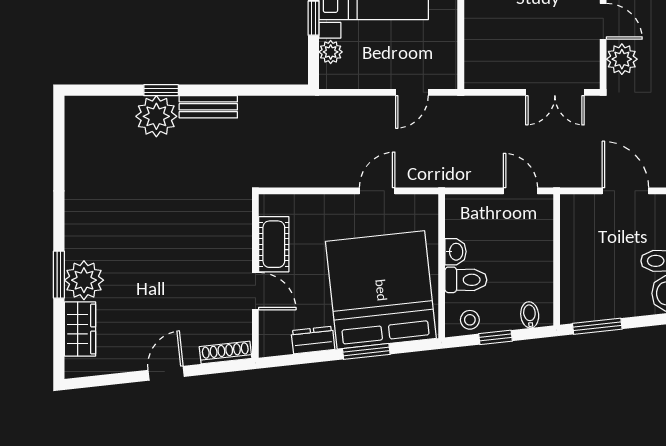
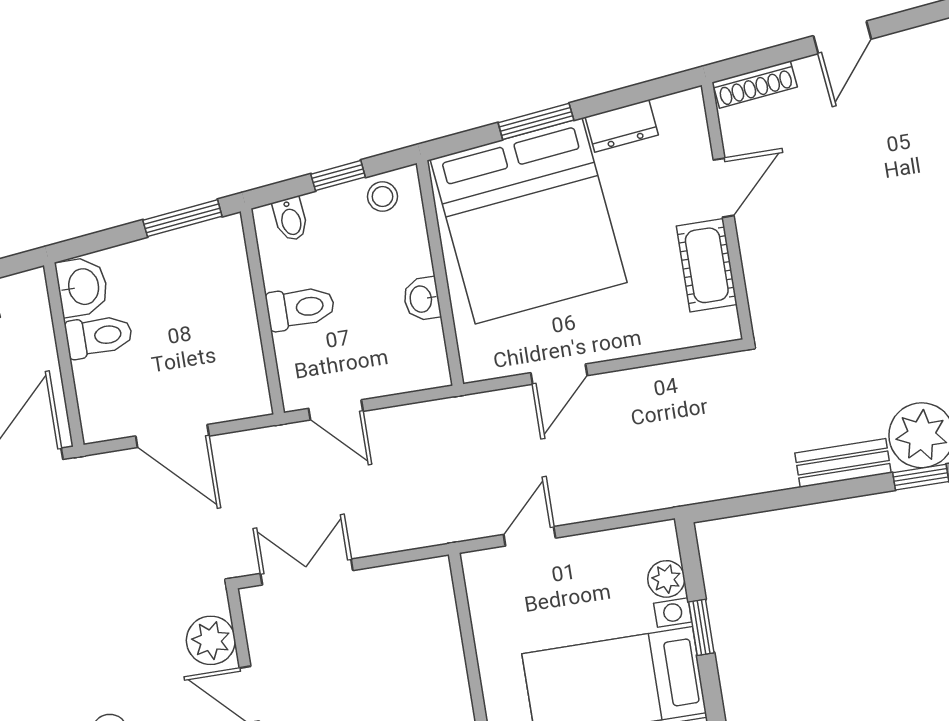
toilet: (466, 280) -> (301, 308), moved, turned 180
door: (255, 291) -> (724, 188), swing flipped

